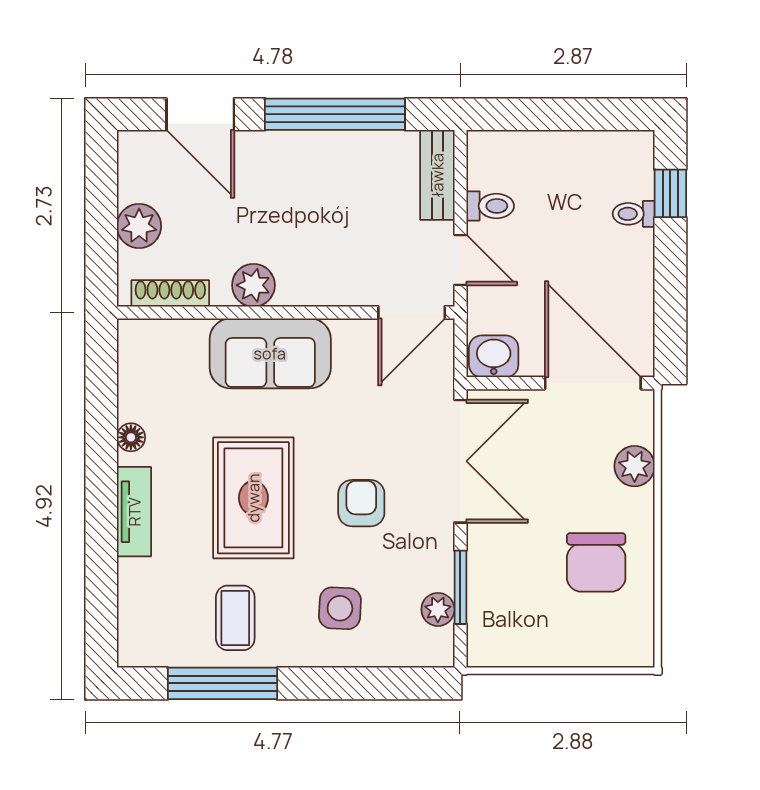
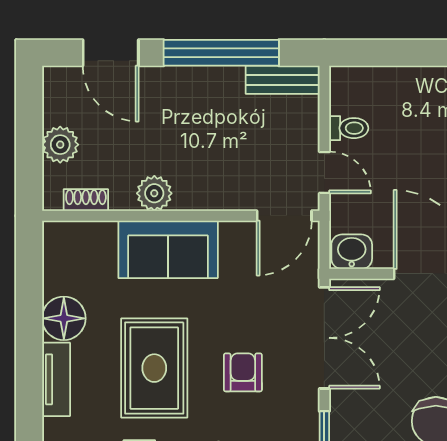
bench: (437, 175) -> (283, 80), moved, turned 90
shoe rack: (170, 293) -> (86, 200), width x0.70
floor lamp: (131, 437) -> (64, 318), width x1.89, depth x1.89

